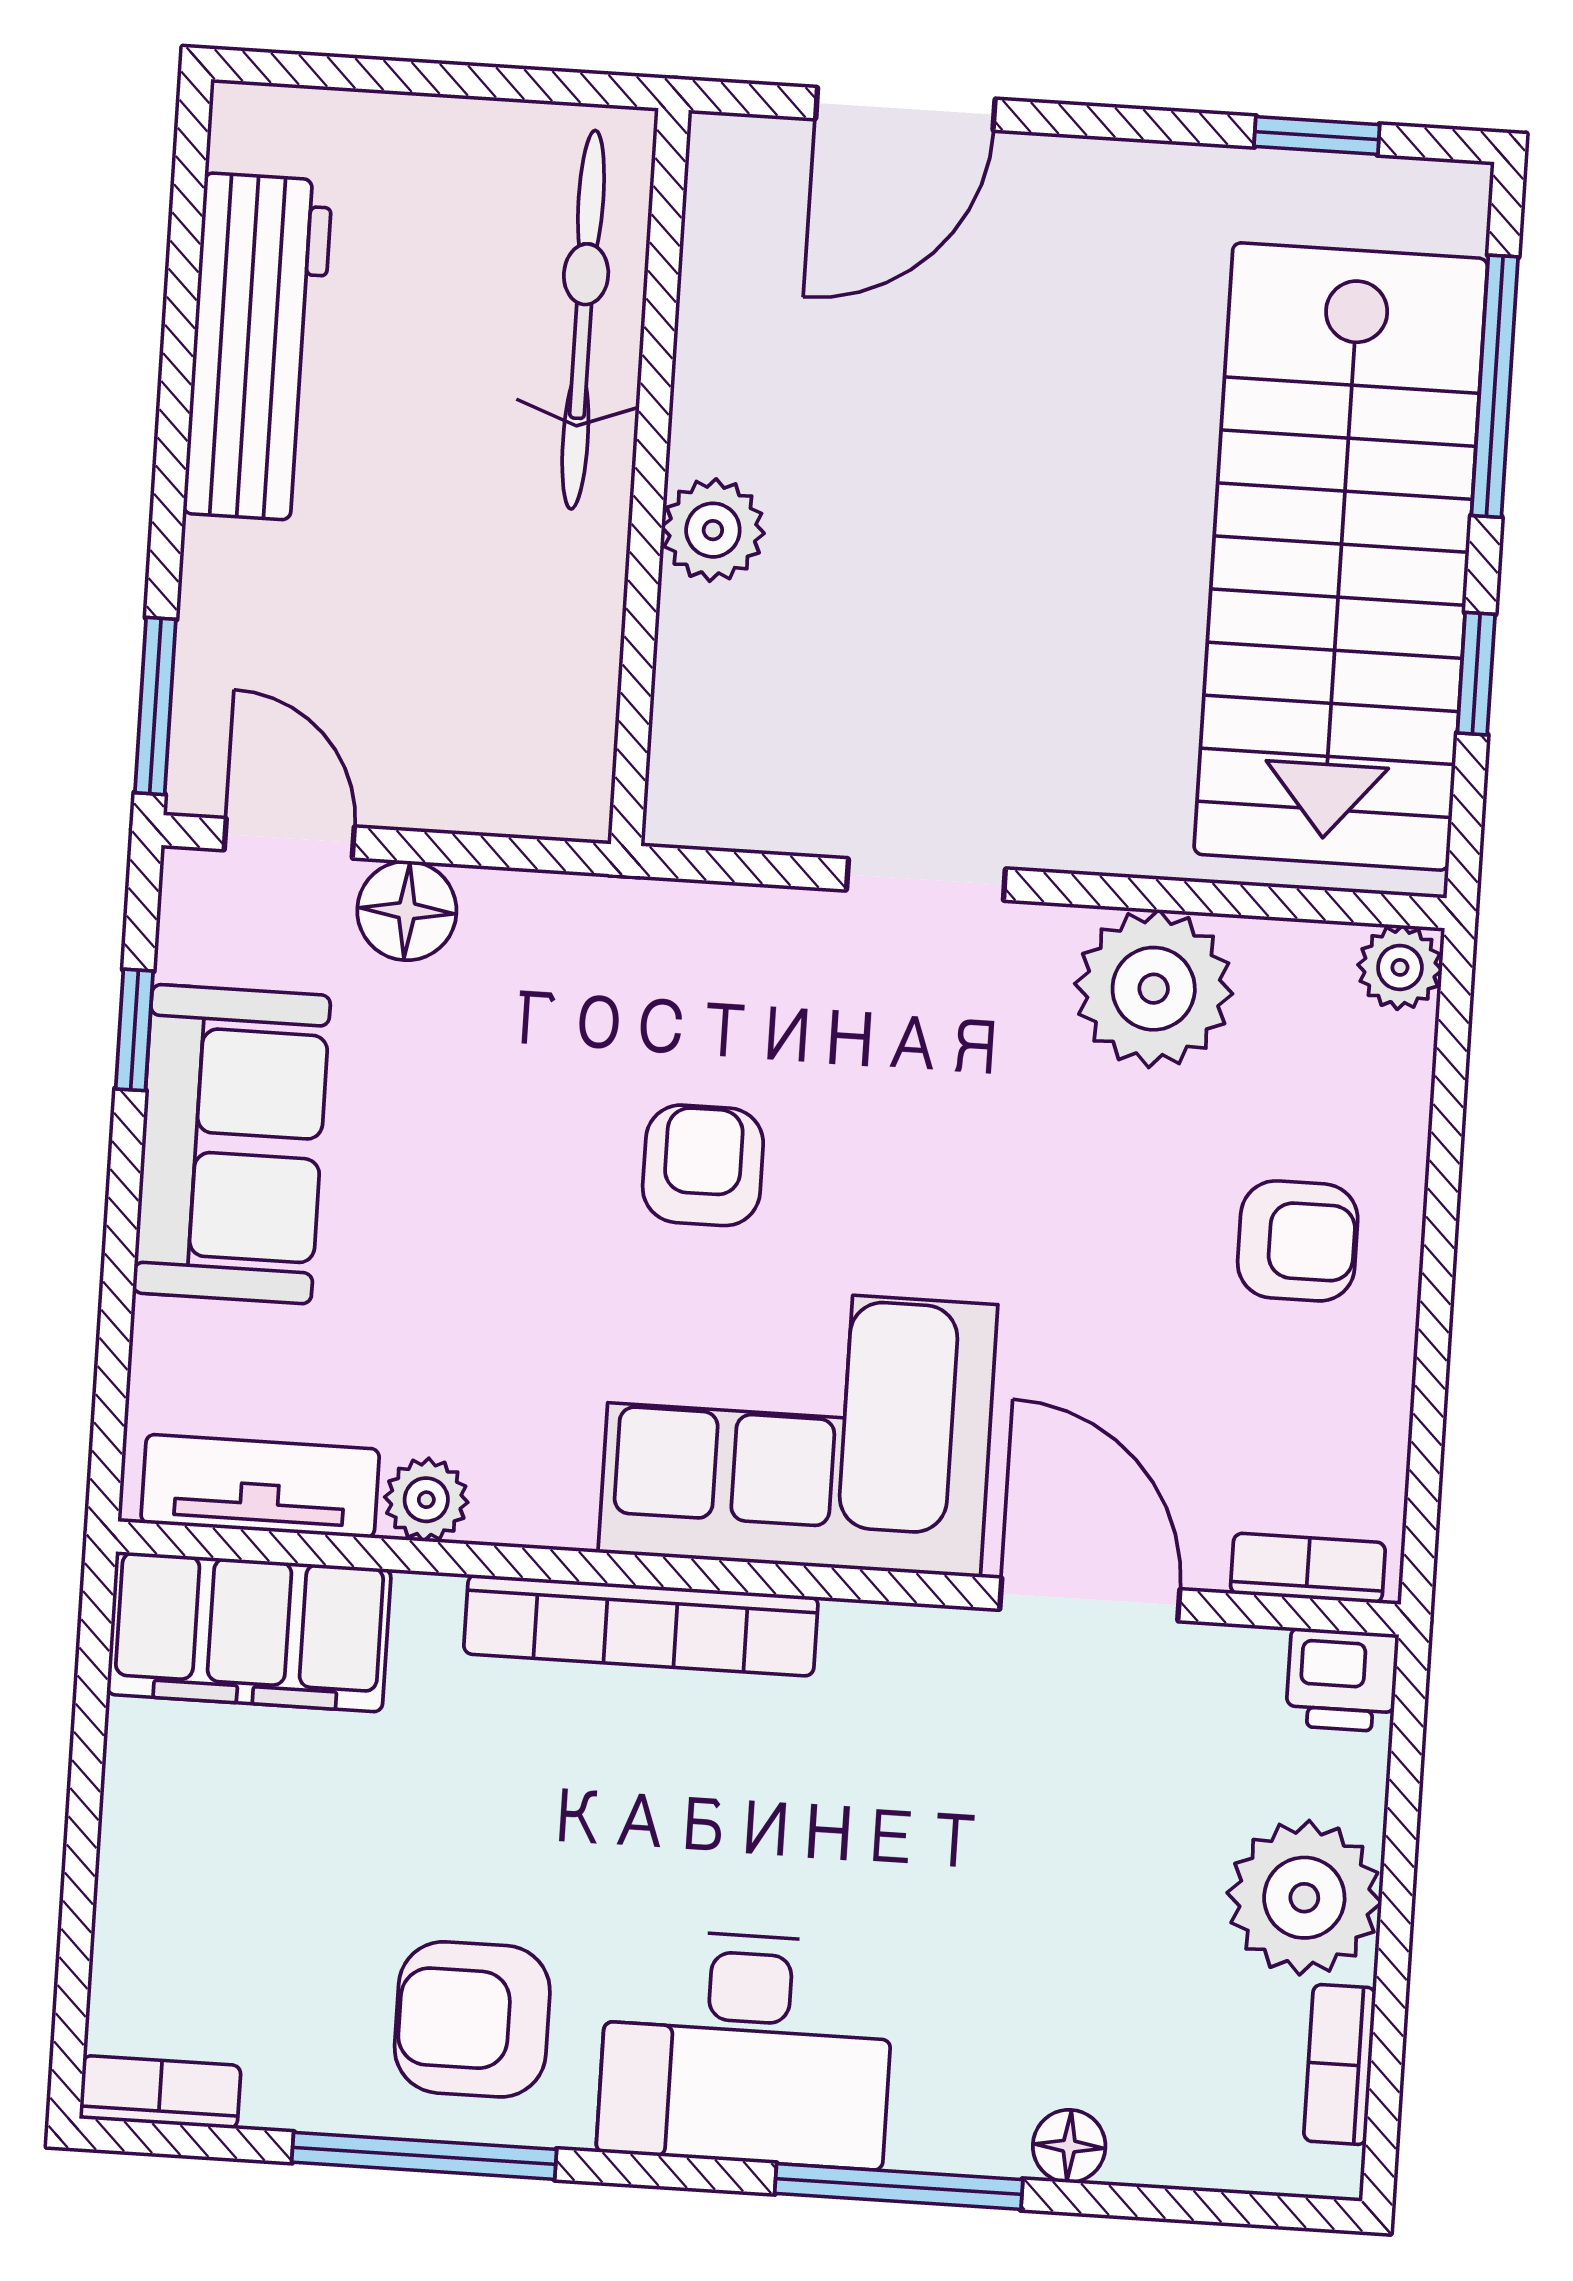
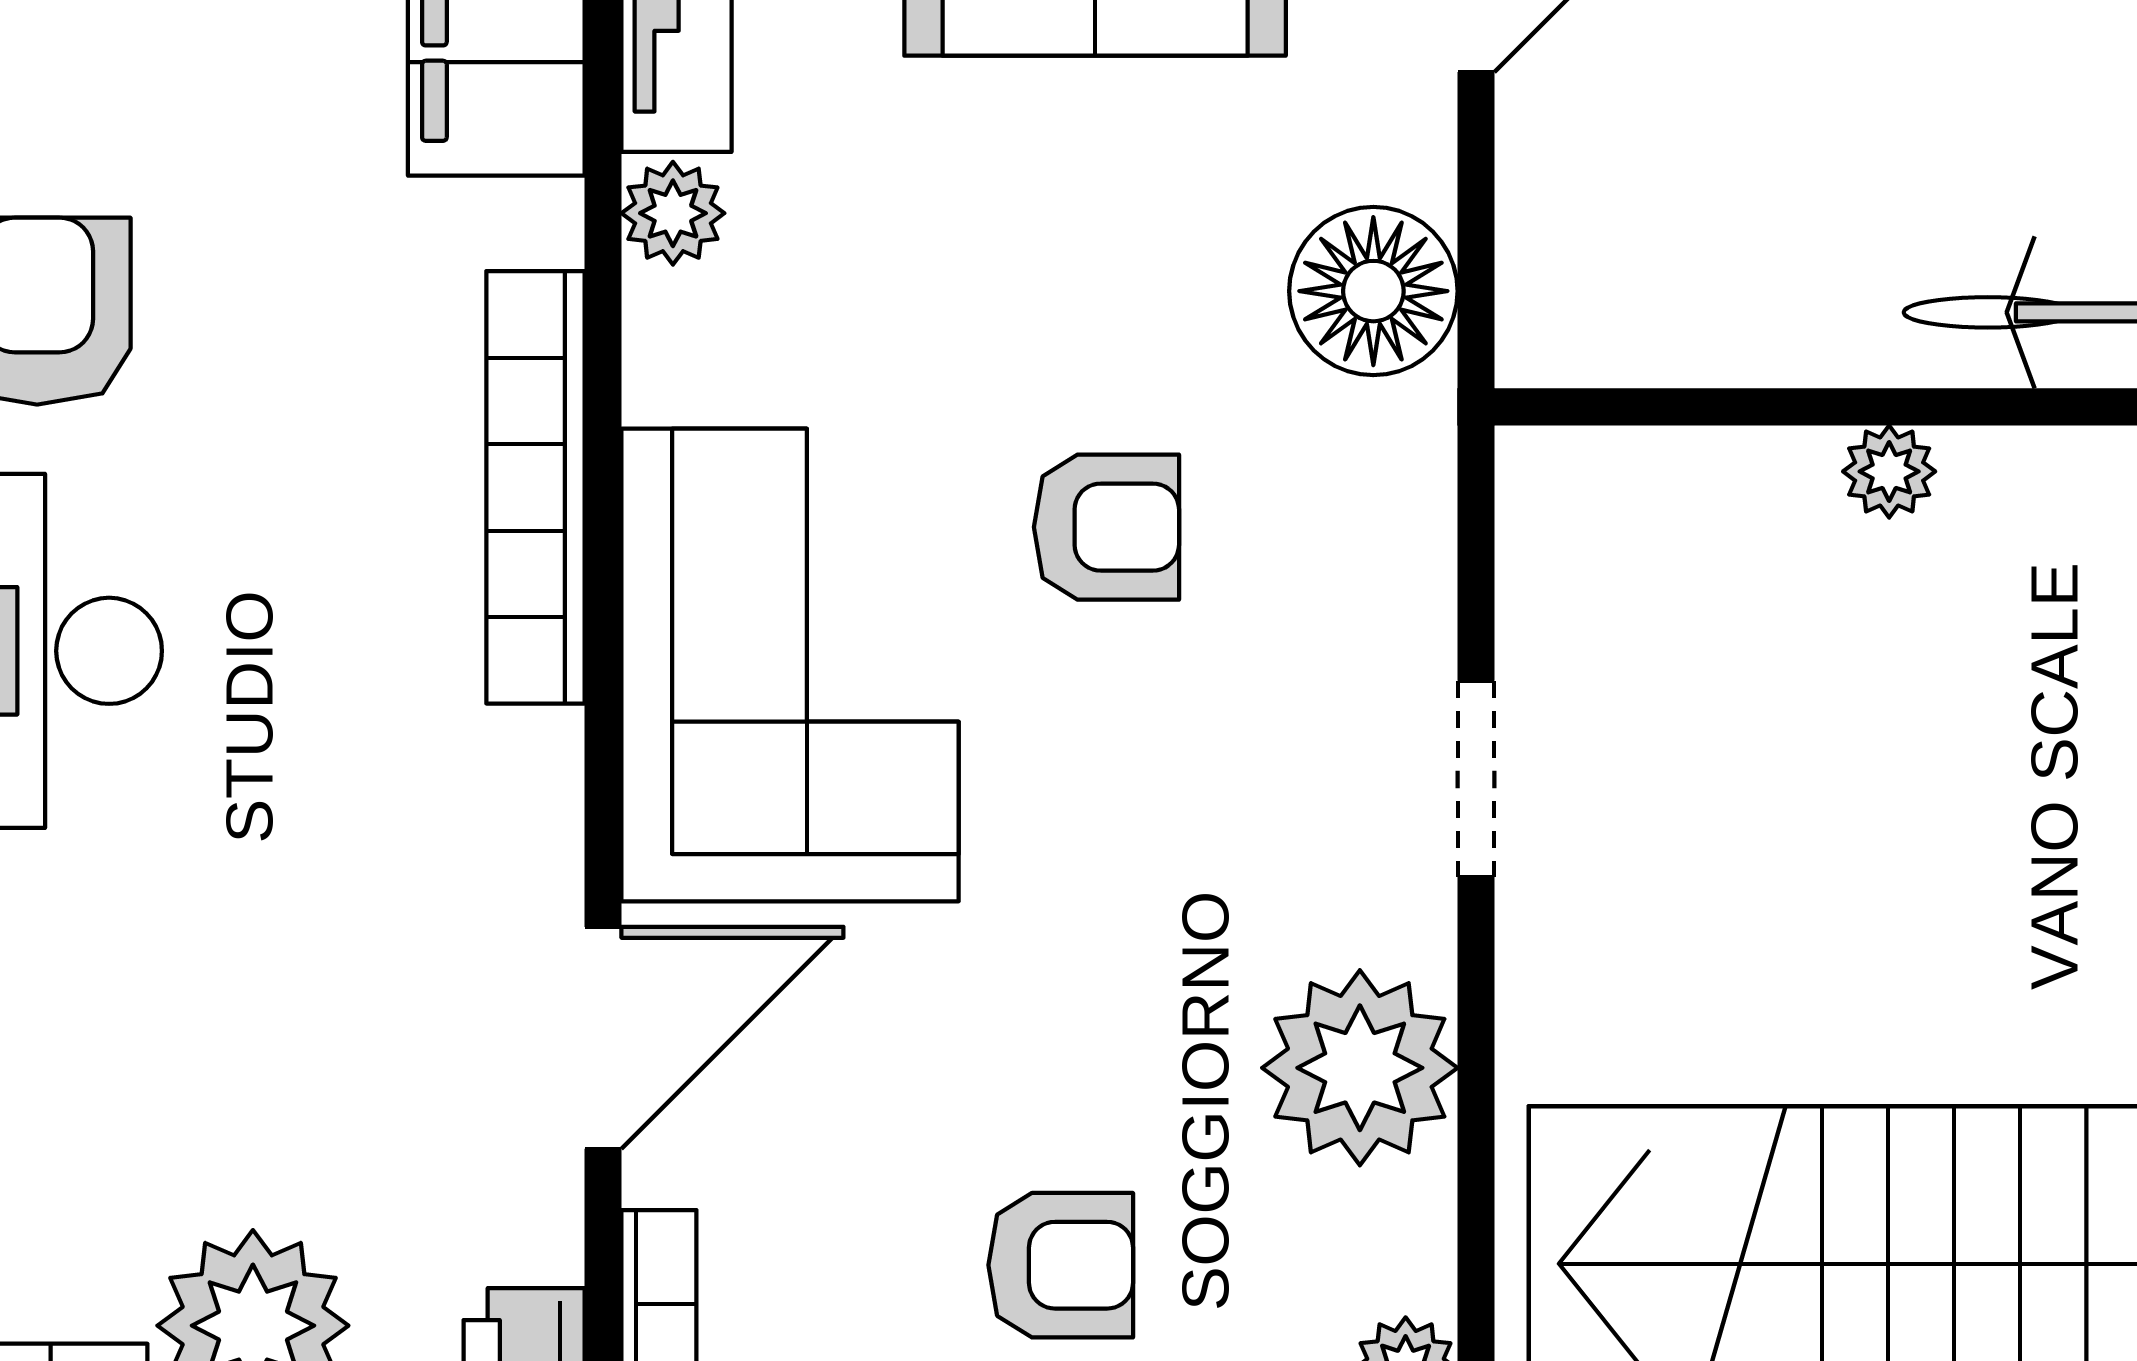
plant: (713, 530) -> (1889, 471), width x0.73, depth x0.73
floor lamp: (407, 911) -> (1373, 291), moved, width x1.38, depth x1.38
armchair: (1298, 1241) -> (1061, 1265), turned -90

